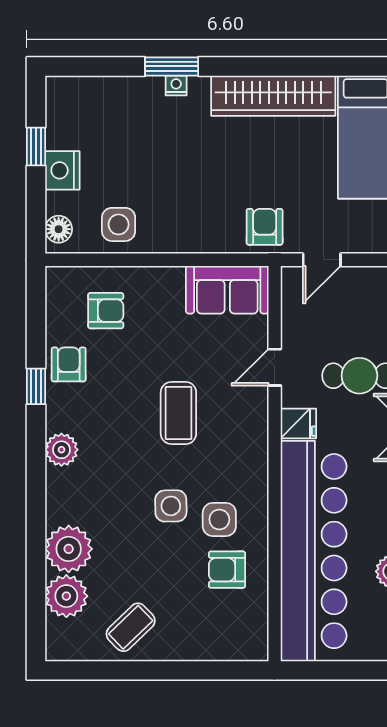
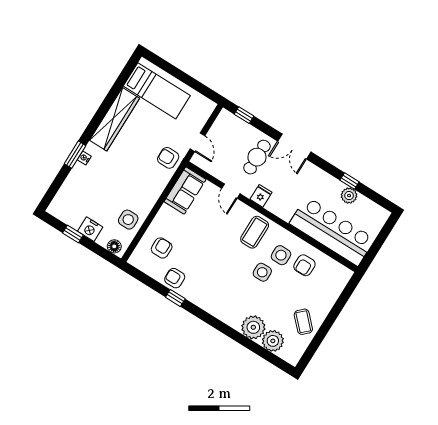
coffee table: (178, 413) -> (255, 232), moved, turned 90
plant: (61, 450) -> (209, 304), removed
bar counter: (314, 551) -> (332, 231), width x0.73

